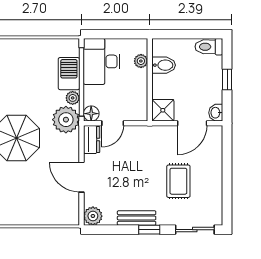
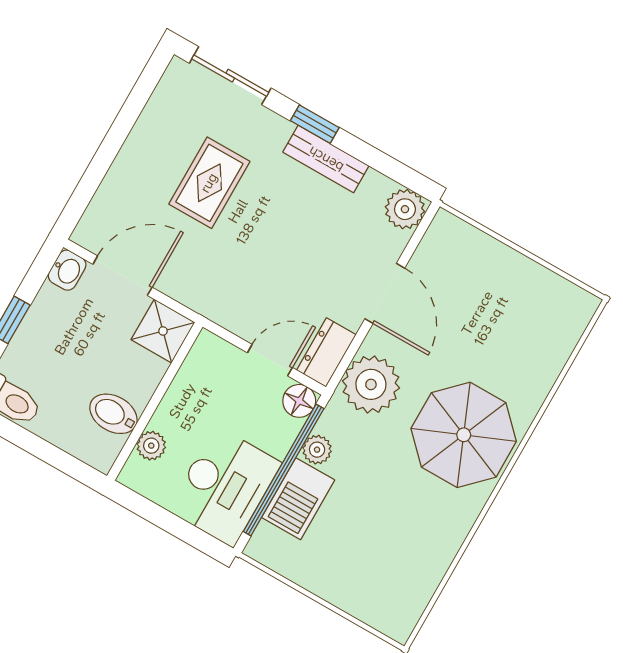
plant: (66, 120) -> (371, 384), moved

